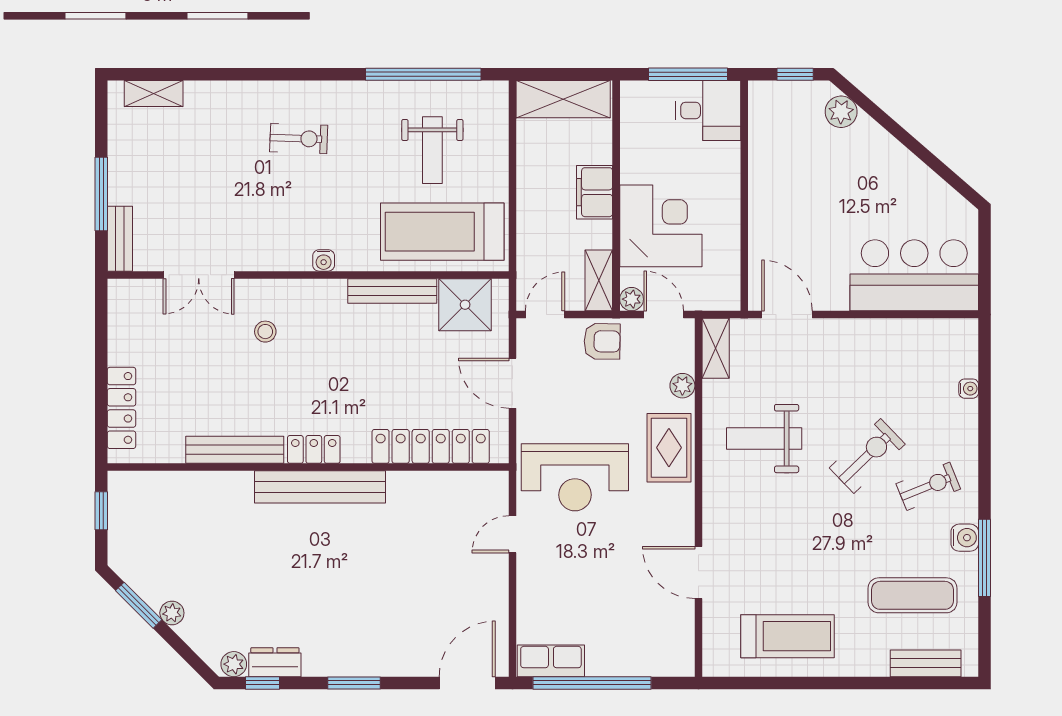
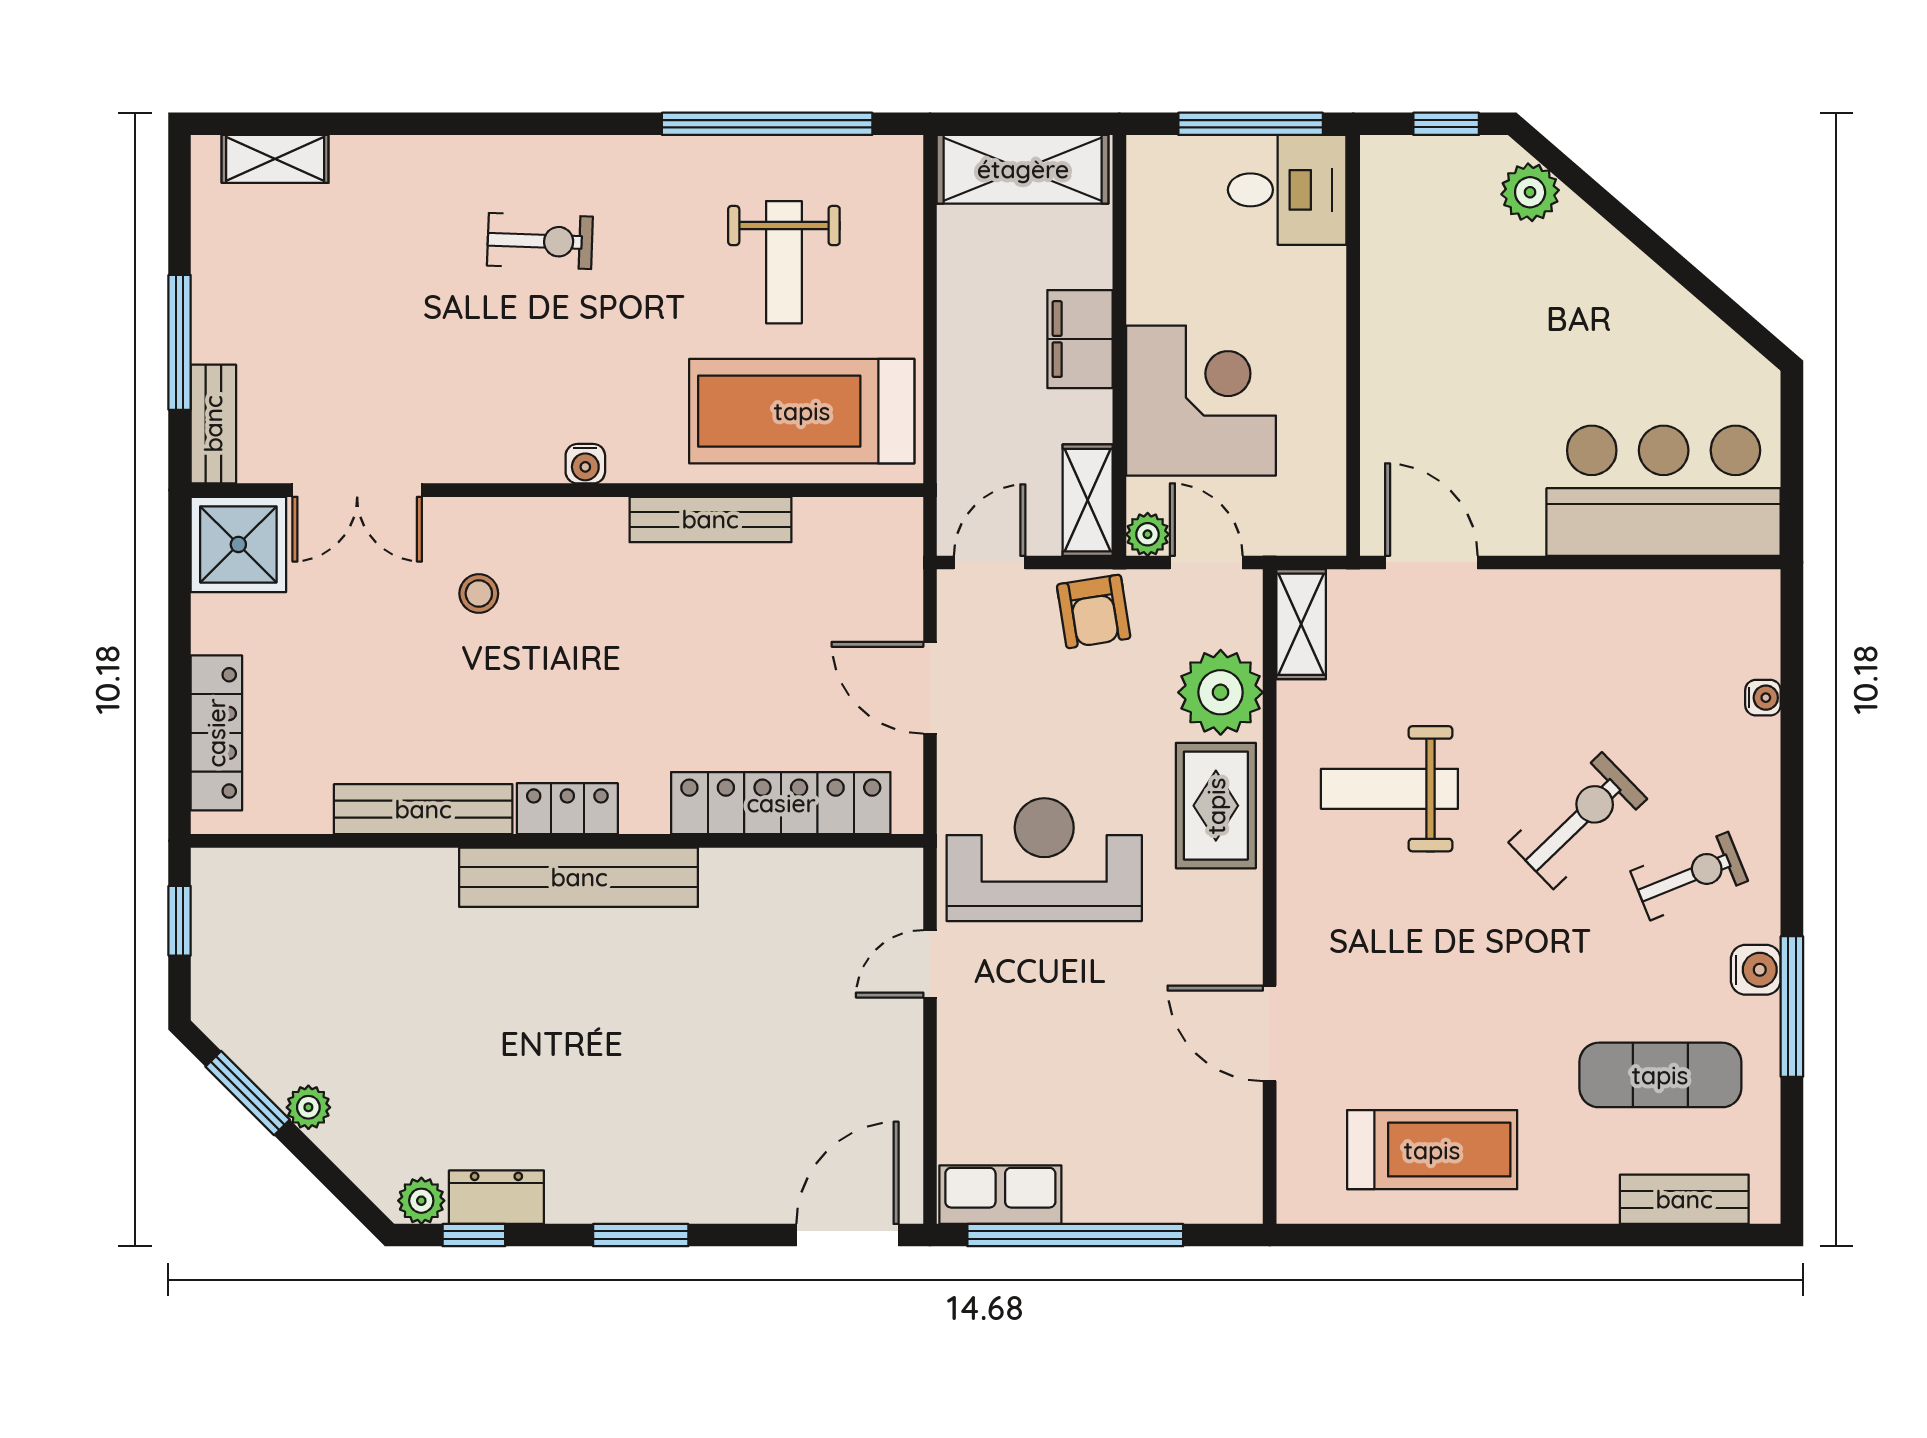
shower: (465, 305) -> (238, 544), moved
armchair: (602, 341) -> (1094, 611), turned 80
plant: (682, 386) -> (1221, 692), width x1.88, depth x1.88
reception desk: (575, 477) -> (1044, 860), turned 180

